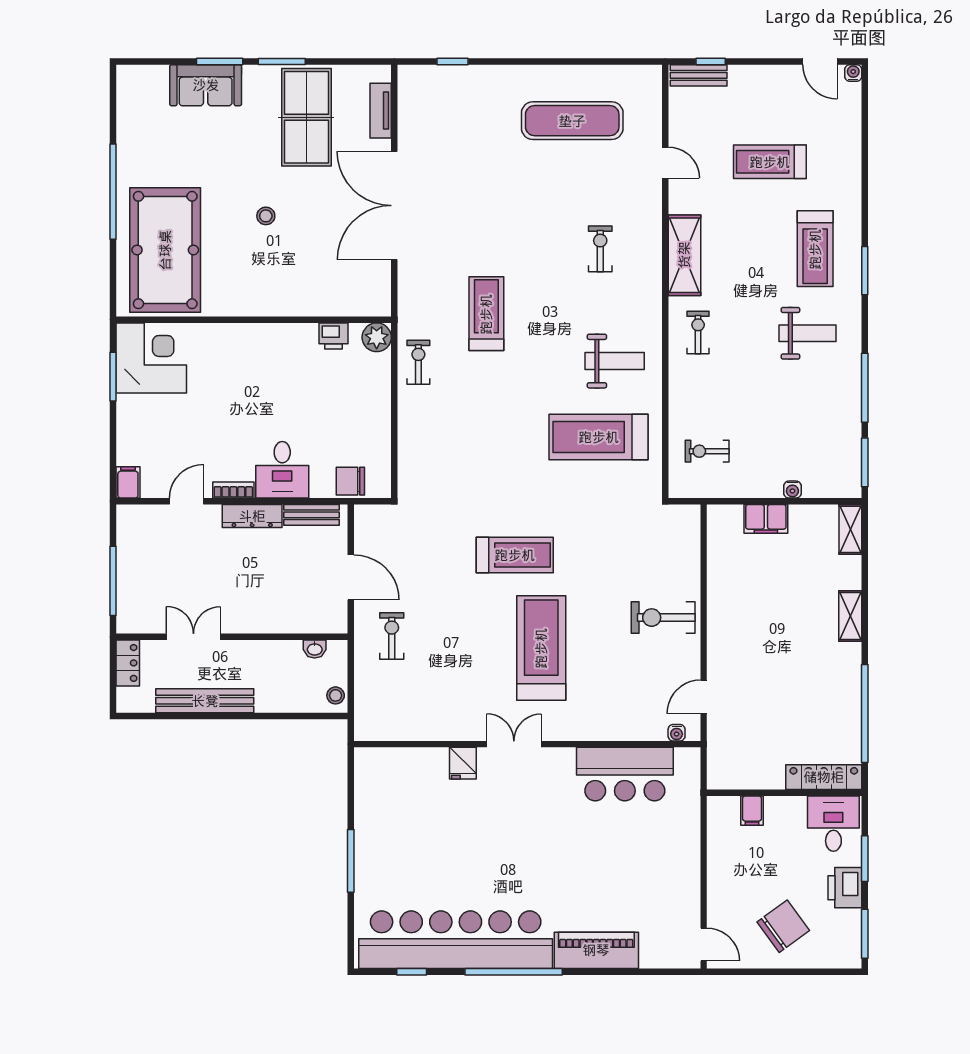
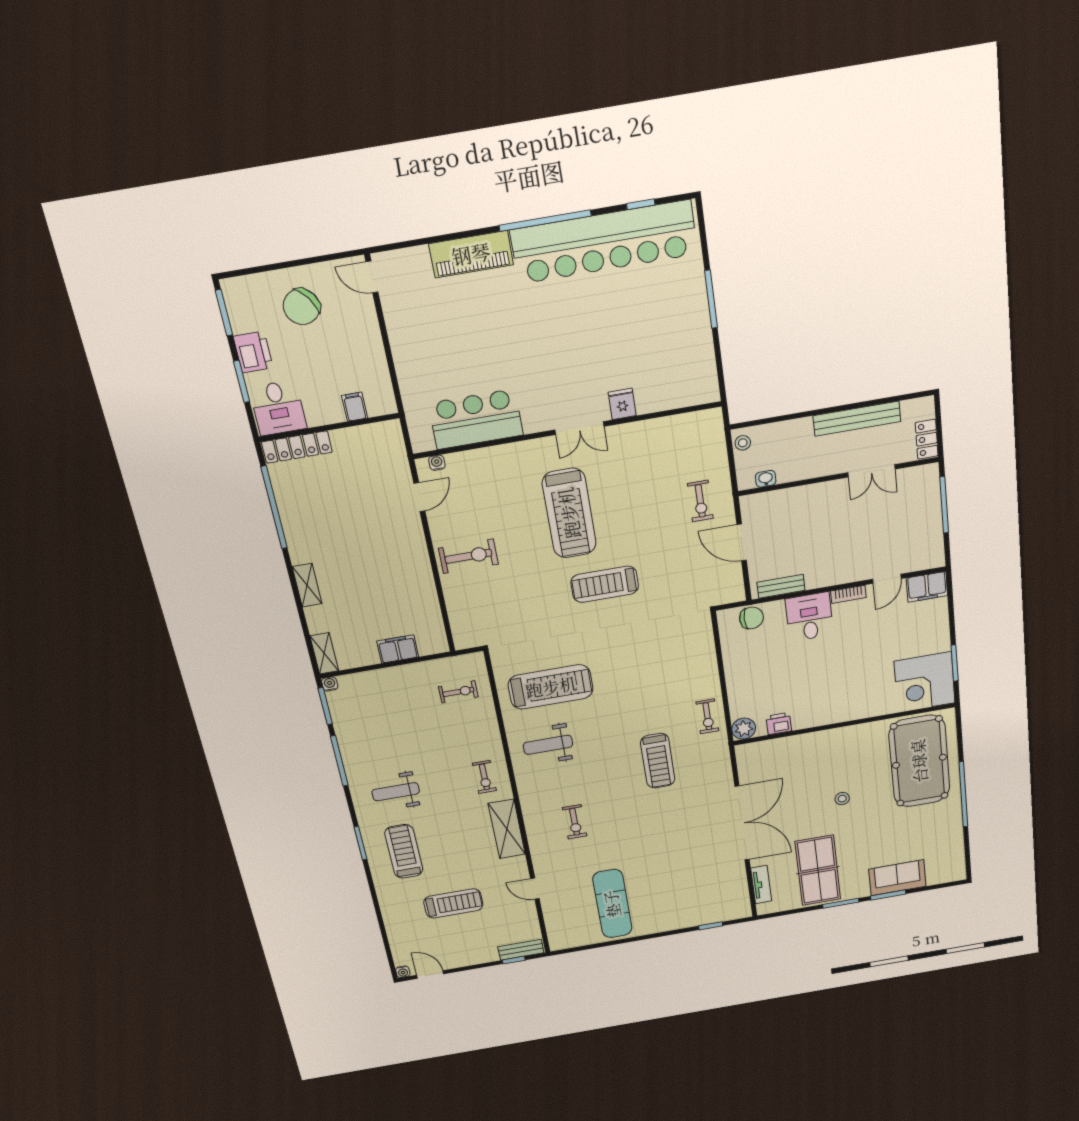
exercise mat: (572, 121) -> (612, 904), turned 90
filing cabinet: (128, 482) -> (927, 587), width x2.00
water cooler: (792, 490) -> (330, 684), moved
dresser: (252, 516) -> (831, 577), removed

